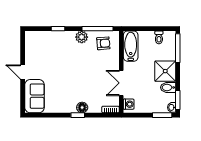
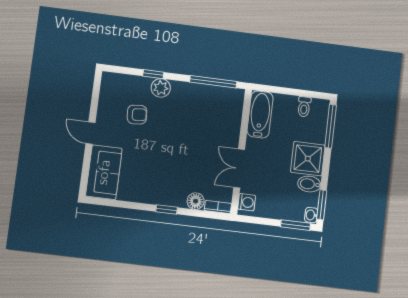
plant: (82, 37) -> (161, 88), moved
armchair: (103, 43) -> (137, 115), moved
floor lamp: (82, 107) -> (196, 201), moved

